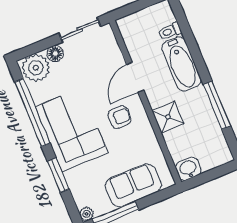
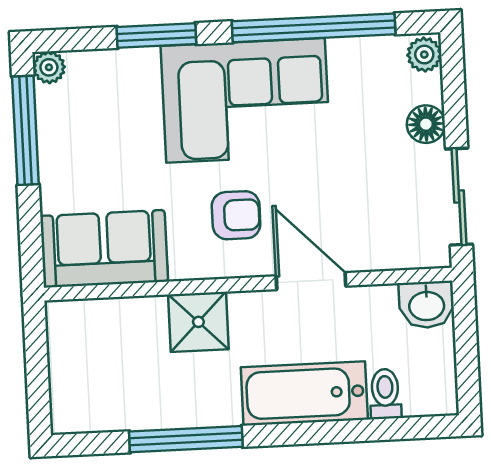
plant: (36, 68) -> (424, 55), width x0.53, depth x0.53
armchair: (119, 117) -> (236, 215), turned -90
washbasin: (188, 169) -> (427, 305), moved, turned 90
sofa: (133, 185) -> (104, 249), moved, turned -90

